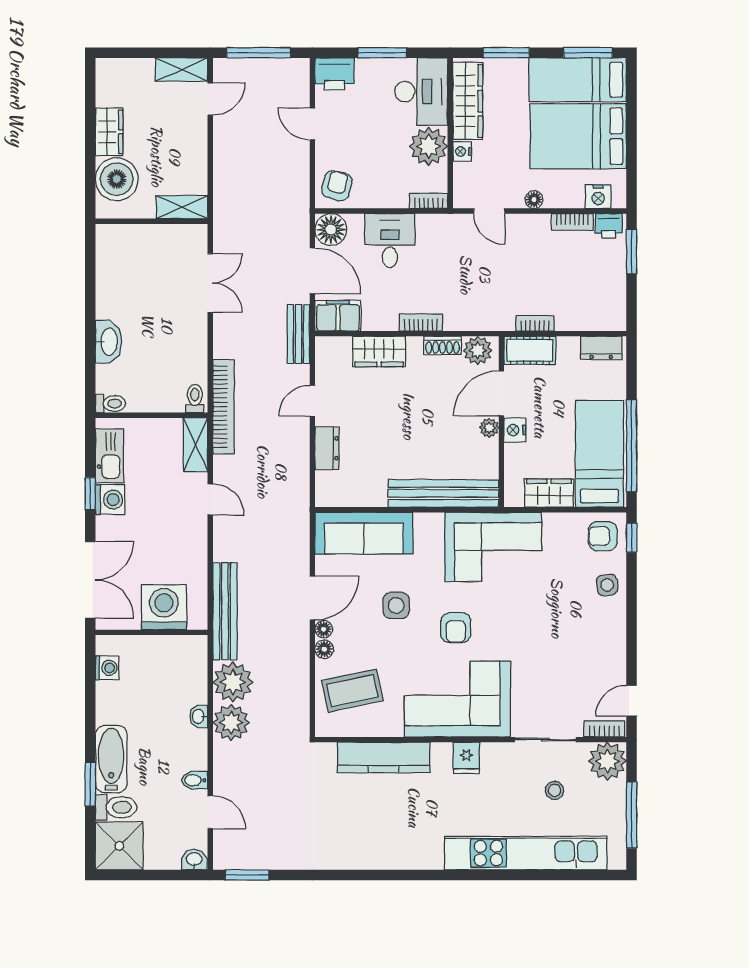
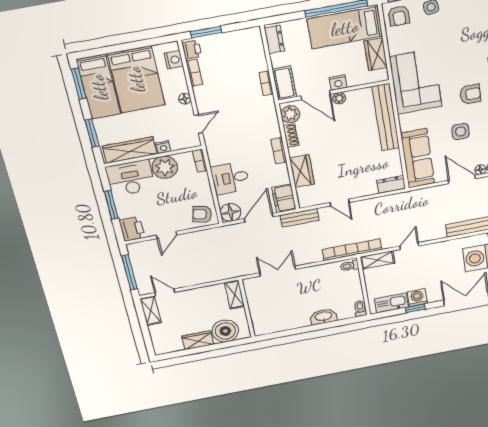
dresser: (327, 448) -> (391, 184), moved

